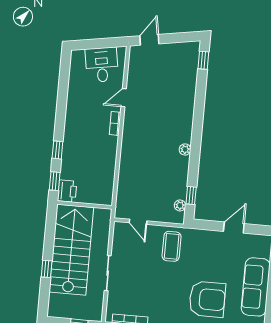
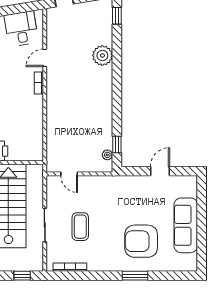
plant: (185, 149) -> (102, 55), moved, width x1.88, depth x1.88
coffee table: (172, 246) -> (80, 227), moved
armchair: (207, 299) -> (141, 241), turned 180

